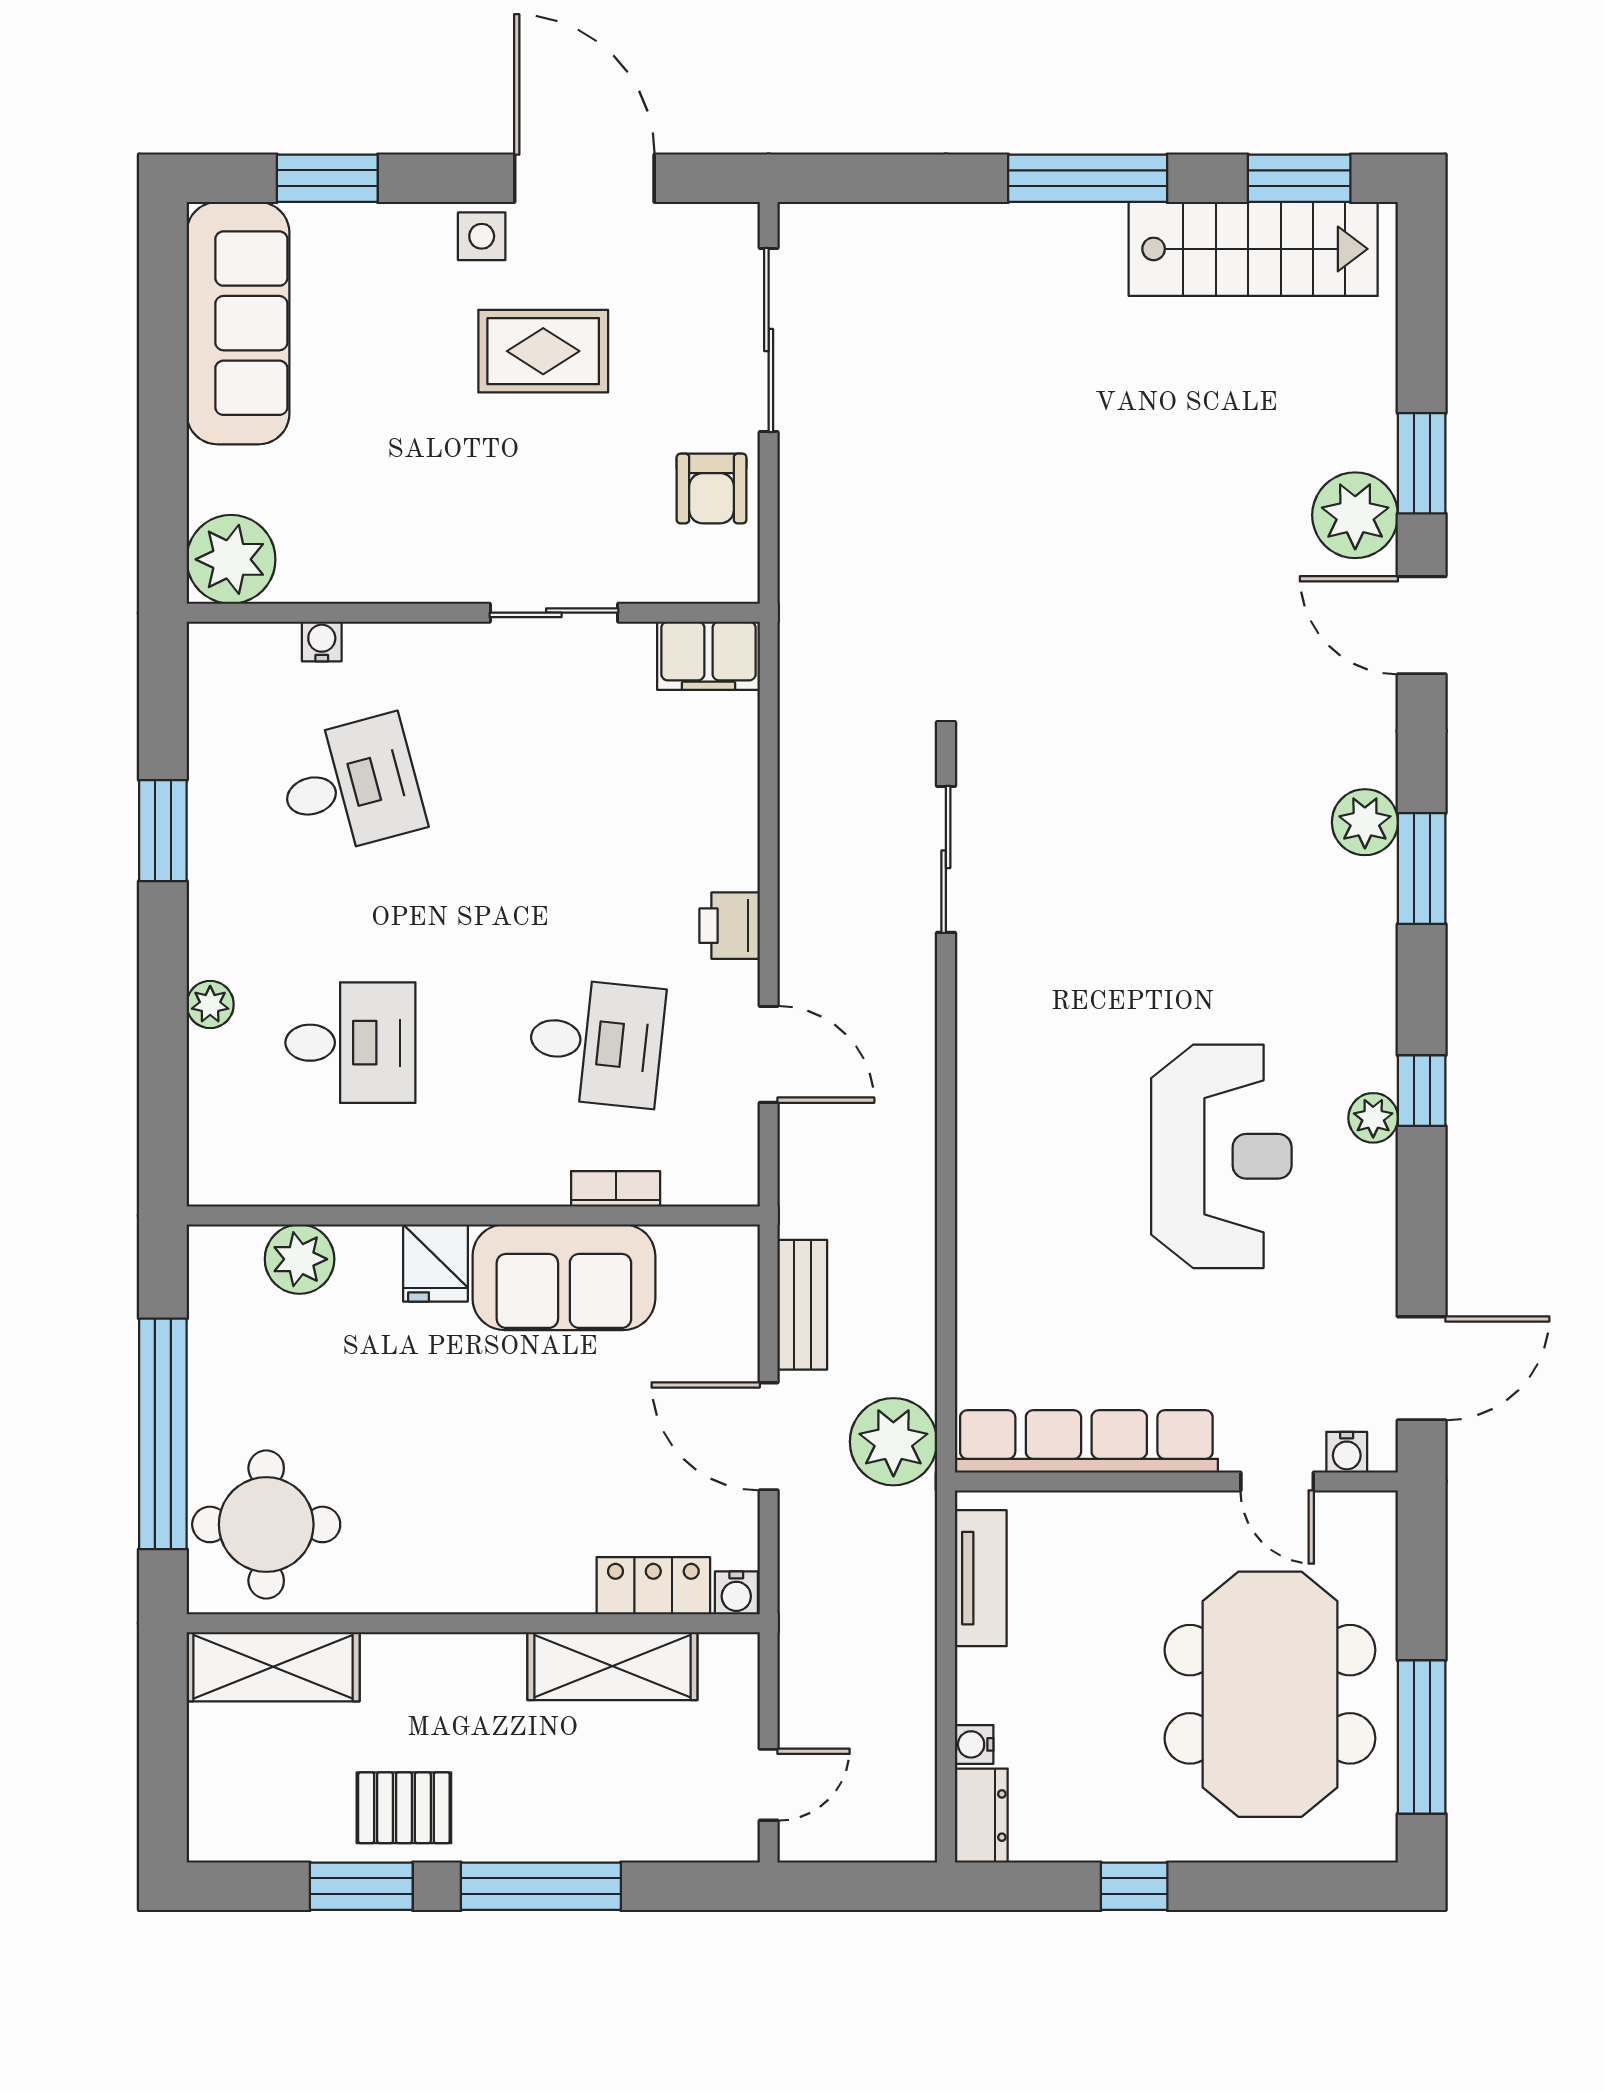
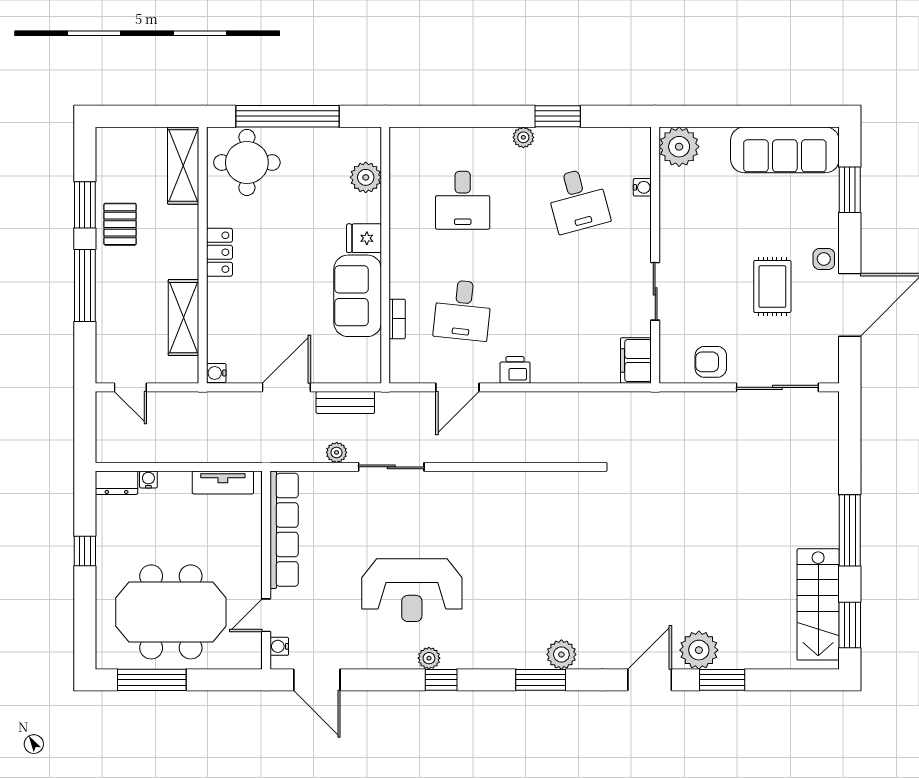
sliding door: (946, 859) -> (391, 467), moved
plant: (210, 1004) -> (523, 137), moved
plant: (893, 1442) -> (337, 452), moved, width x0.53, depth x0.53
locker: (653, 1586) -> (219, 252), moved

